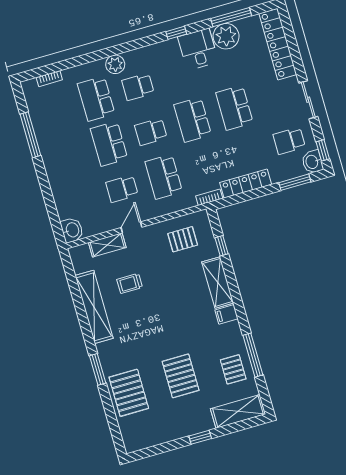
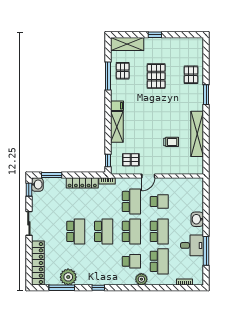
desk: (198, 49) -> (192, 245), moved, turned -90
school desk: (151, 132) -> (131, 231), width x1.85
school desk: (289, 141) -> (48, 201), removed
door: (132, 227) -> (148, 176), moved
washbasin: (72, 230) -> (197, 219), moved
shelving: (107, 245) -> (178, 170), removed
window: (222, 246) -> (108, 161), moved
pallet: (129, 393) -> (191, 75), width x0.67, depth x0.71

